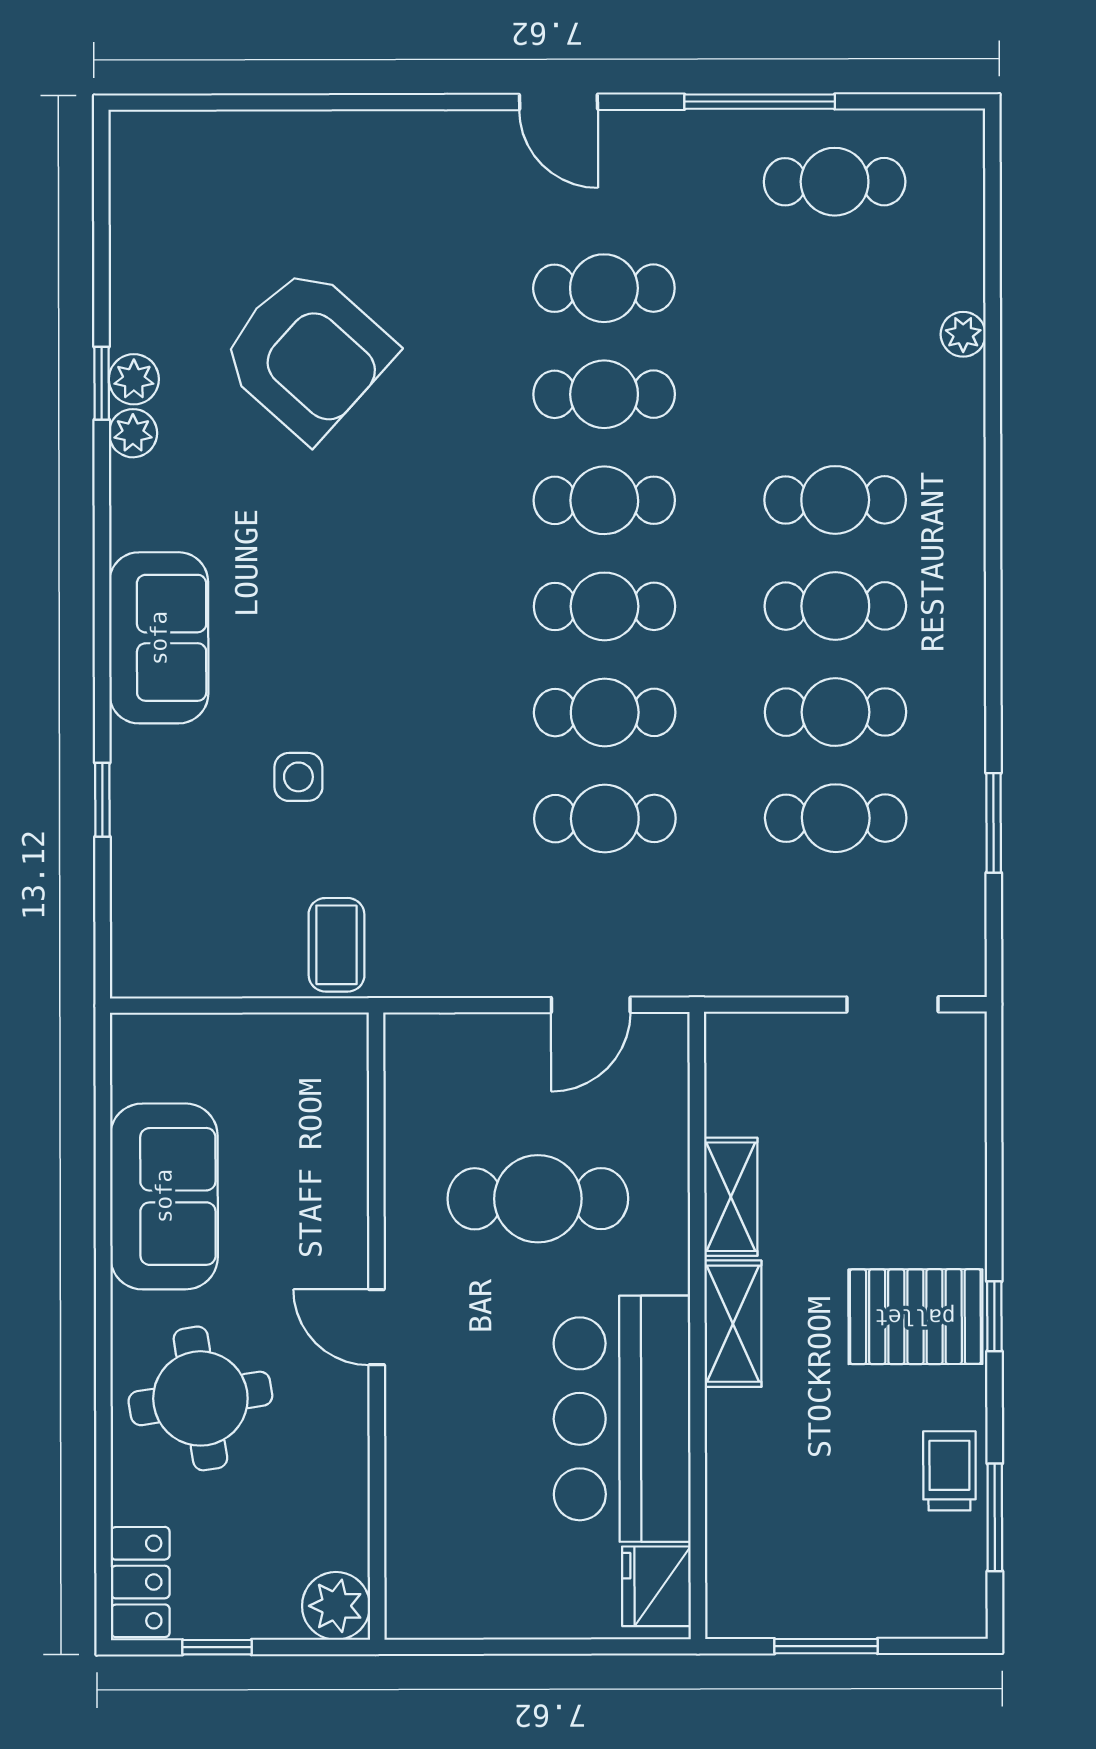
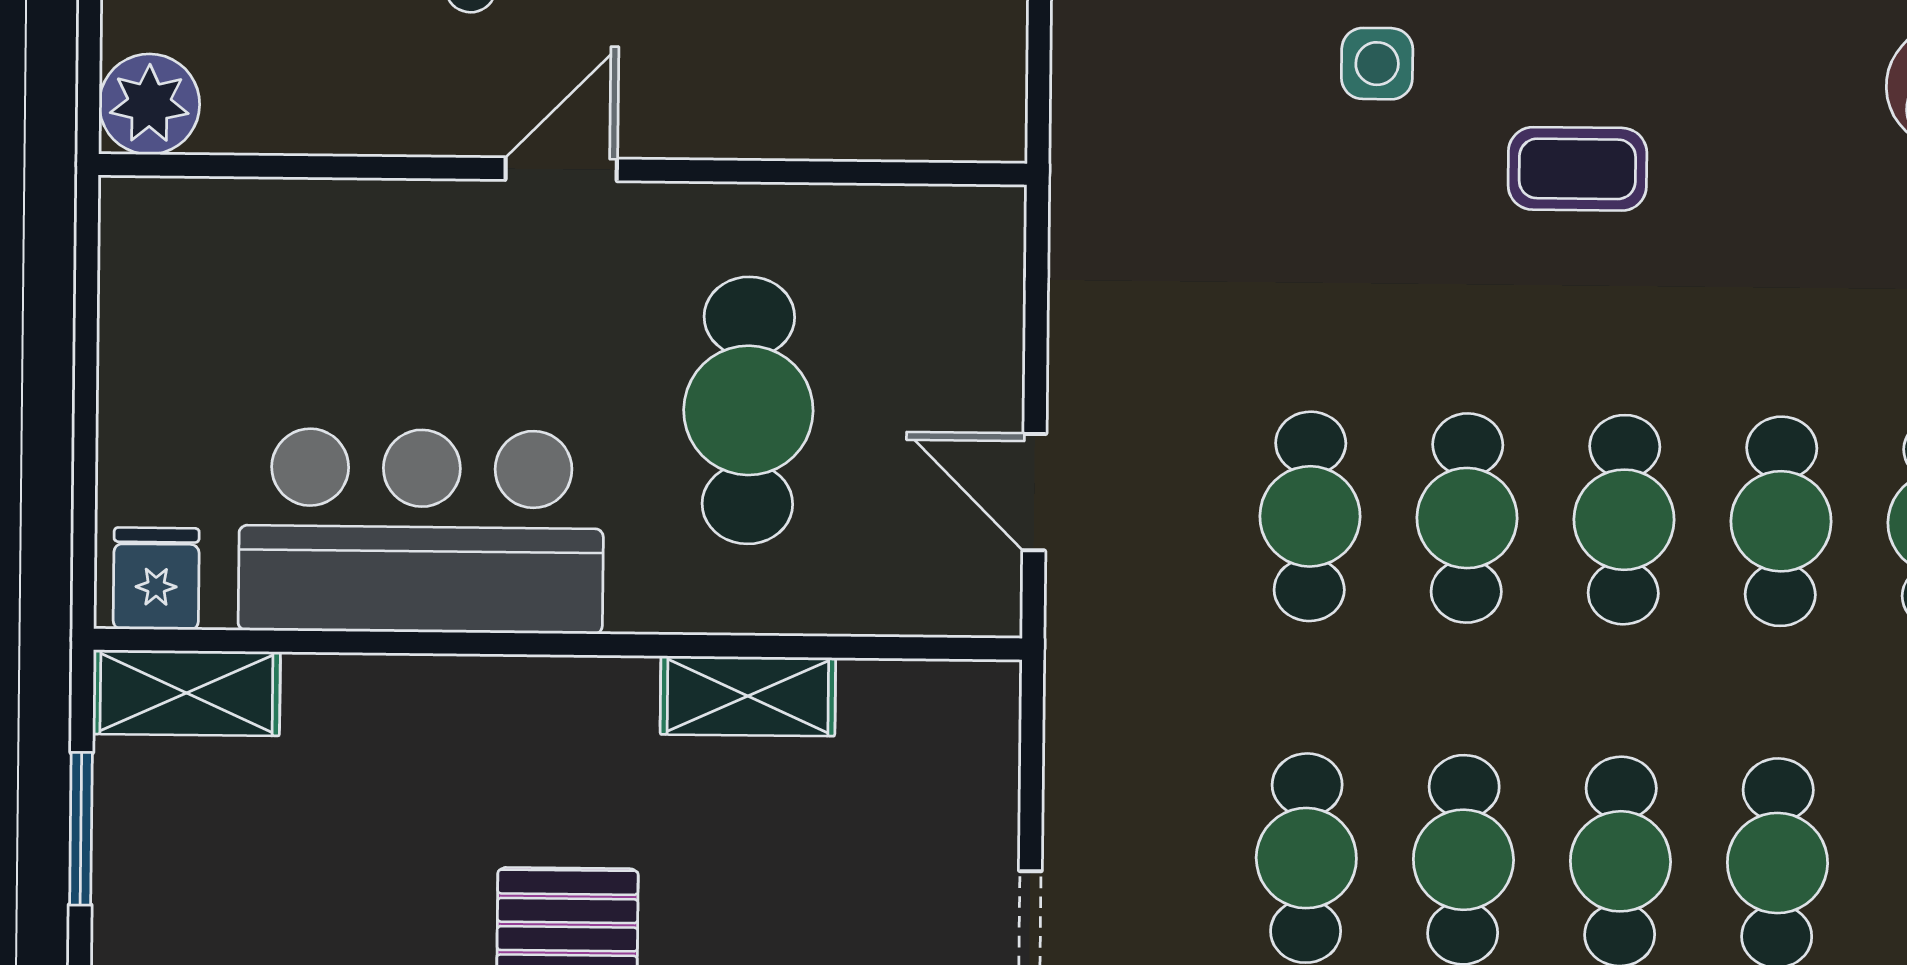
coffee table: (337, 945) -> (1577, 169), moved
shelving: (733, 1324) -> (186, 693), moved
fridge: (656, 1586) -> (156, 579), width x0.72

